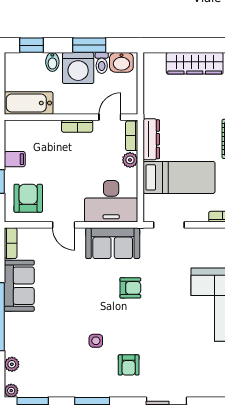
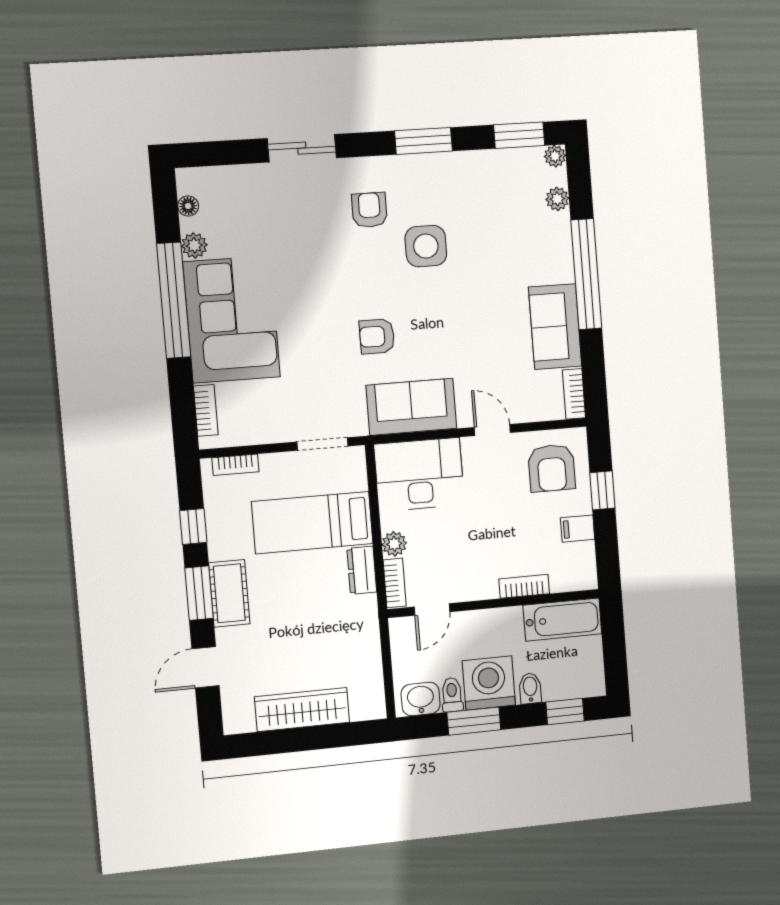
bookcase: (77, 126) -> (524, 586), moved
dresser: (151, 139) -> (362, 570), width x0.70
side table: (96, 341) -> (426, 246), width x1.87, depth x1.87

